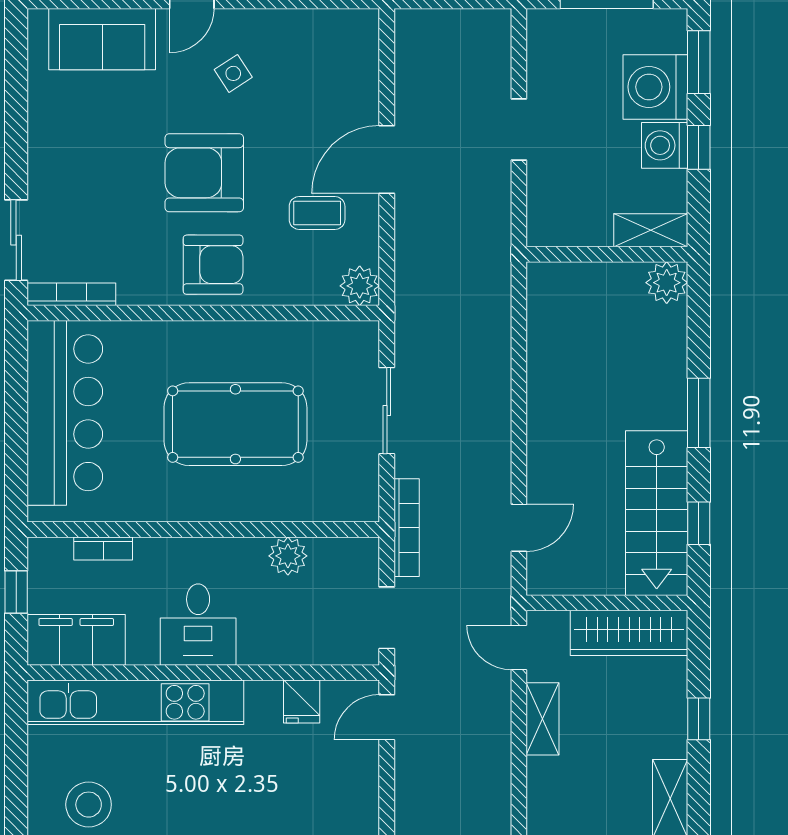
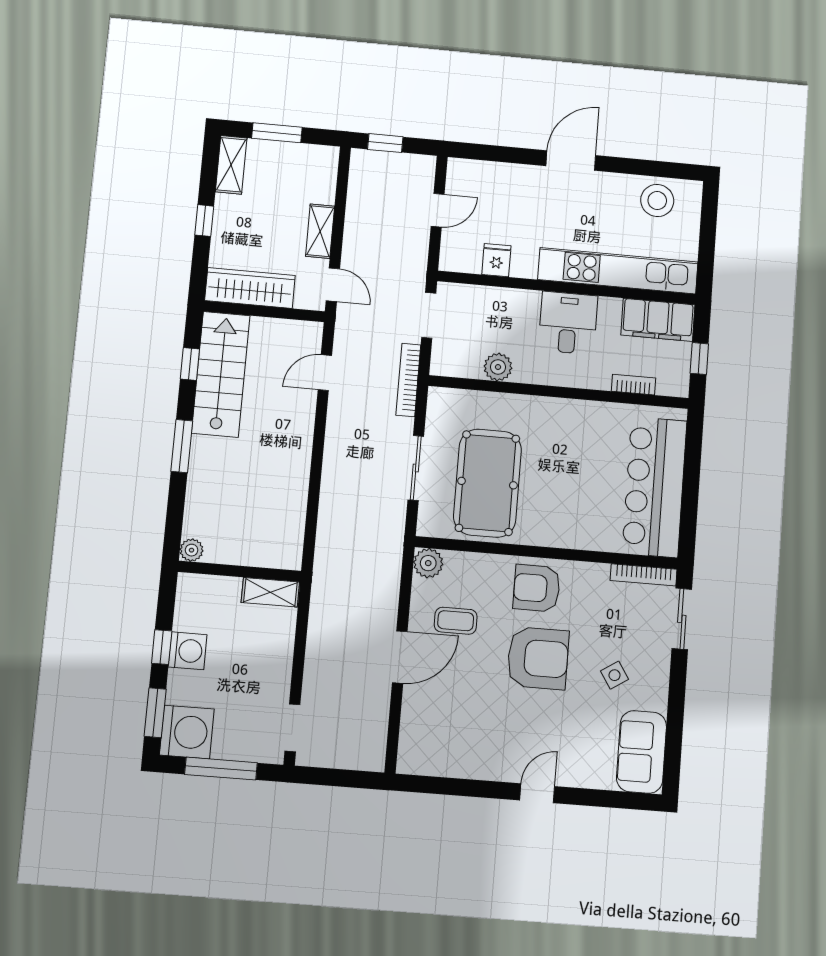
sofa: (102, 39) -> (641, 752), moved, turned -90
side table: (233, 73) -> (614, 675), moved
washing machine: (655, 87) -> (187, 732), moved
doorway: (519, 130) -> (293, 728), moved
shelving: (651, 230) -> (270, 592), moved
plant: (667, 283) -> (192, 550), width x0.73, depth x0.73
pool table: (235, 424) -> (487, 483), moved, turned 90
door: (387, 717) -> (438, 210), moved

